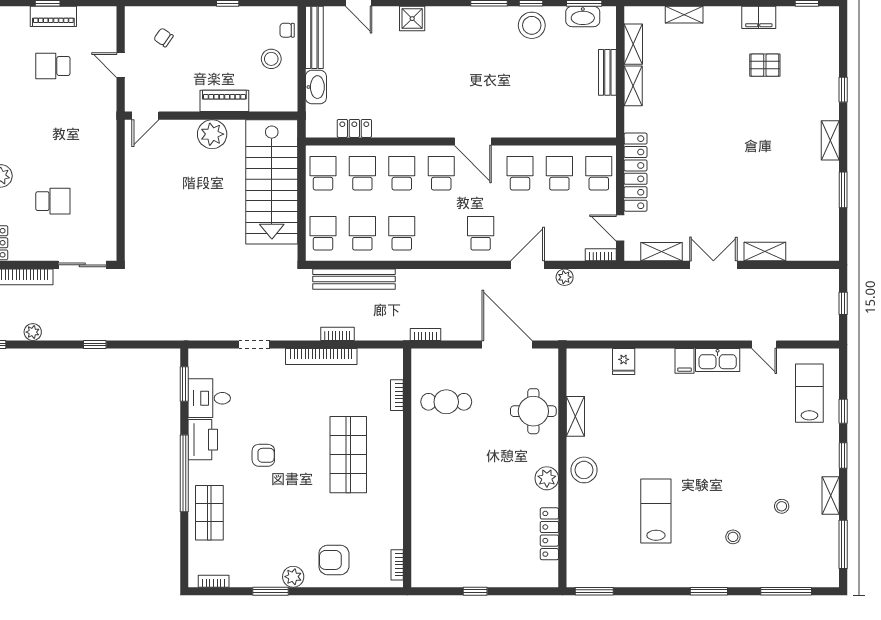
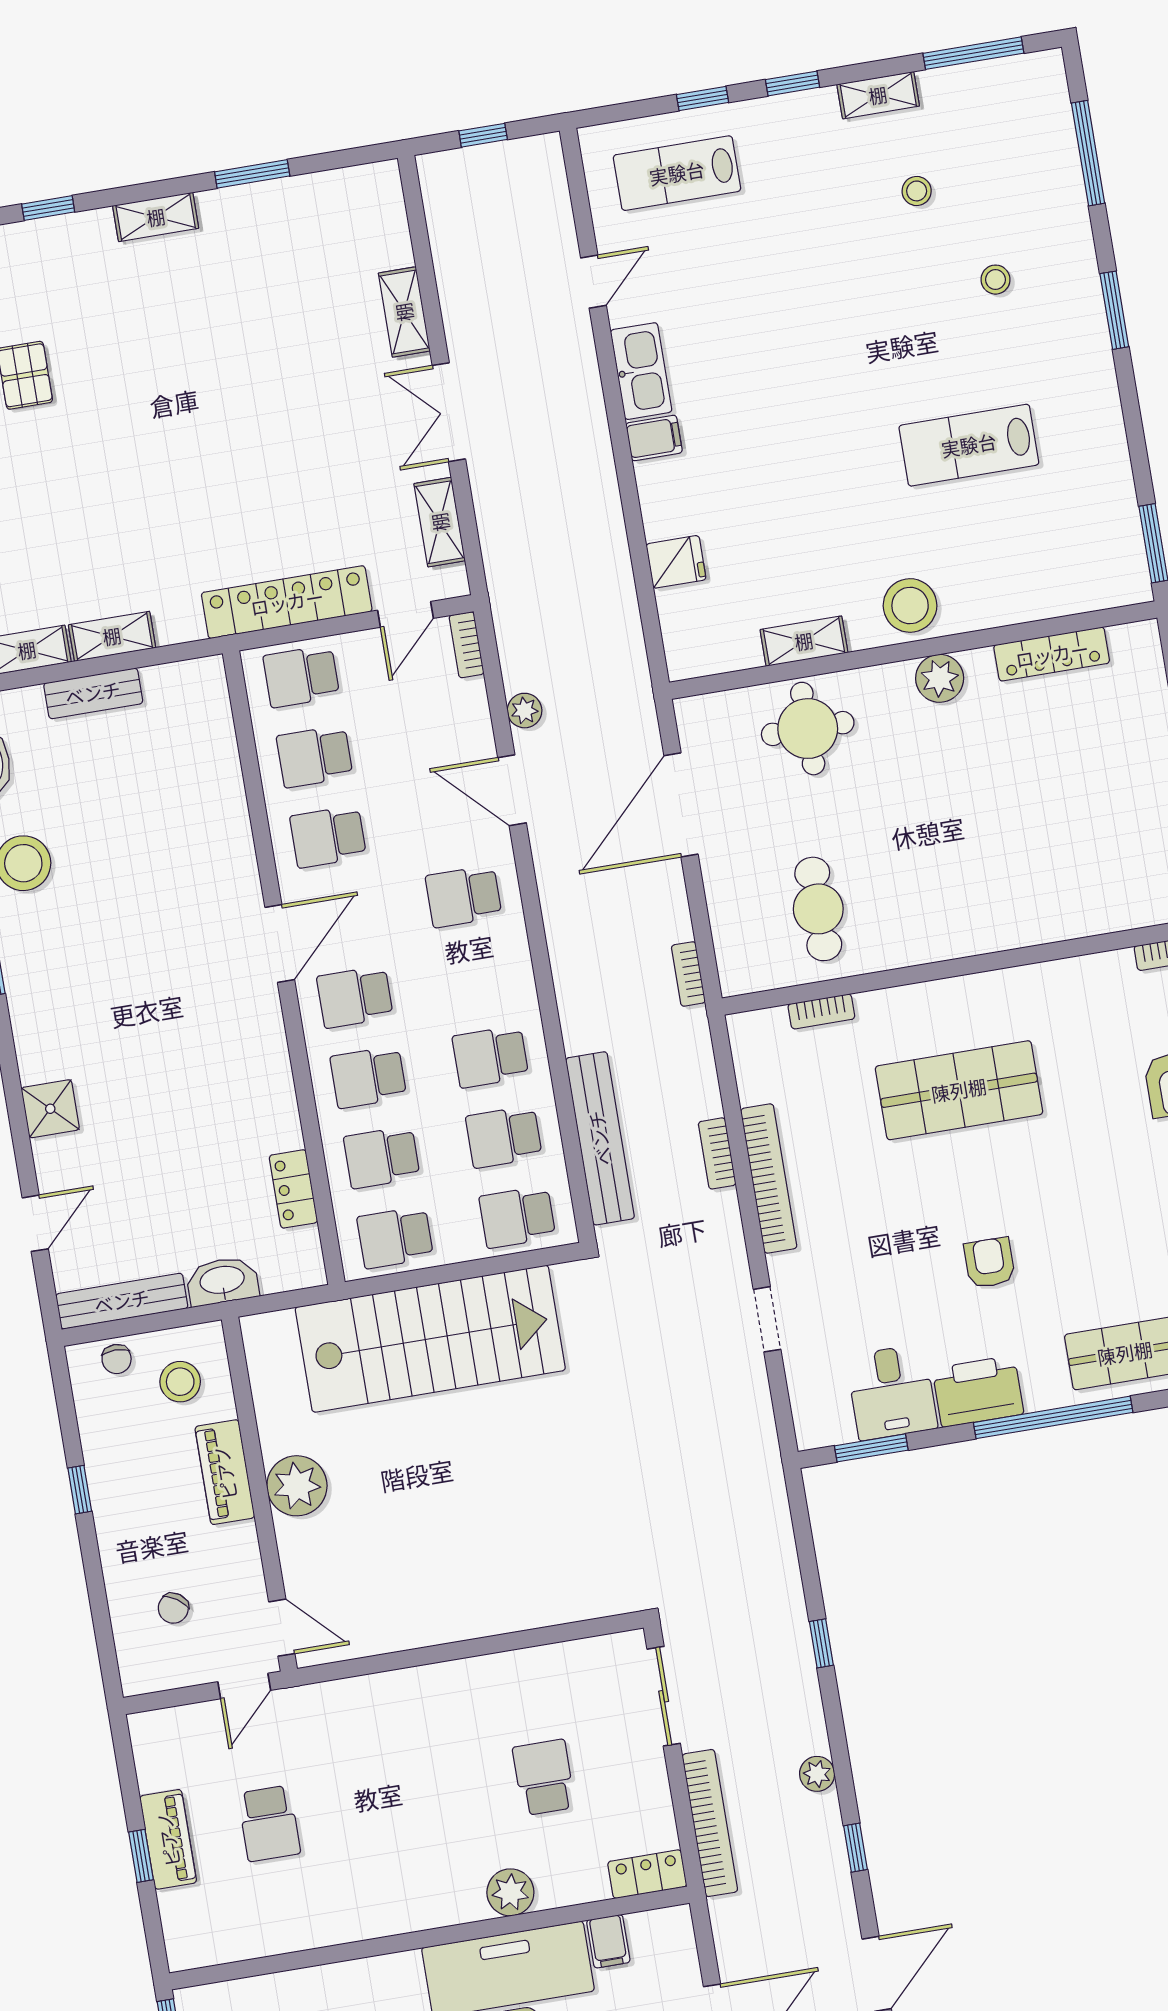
piano: (224, 101) -> (225, 1472), moved
door: (145, 116) -> (282, 1628), moved
wall: (211, 116) -> (259, 1494), moved
plant: (212, 134) -> (297, 1486), moved

